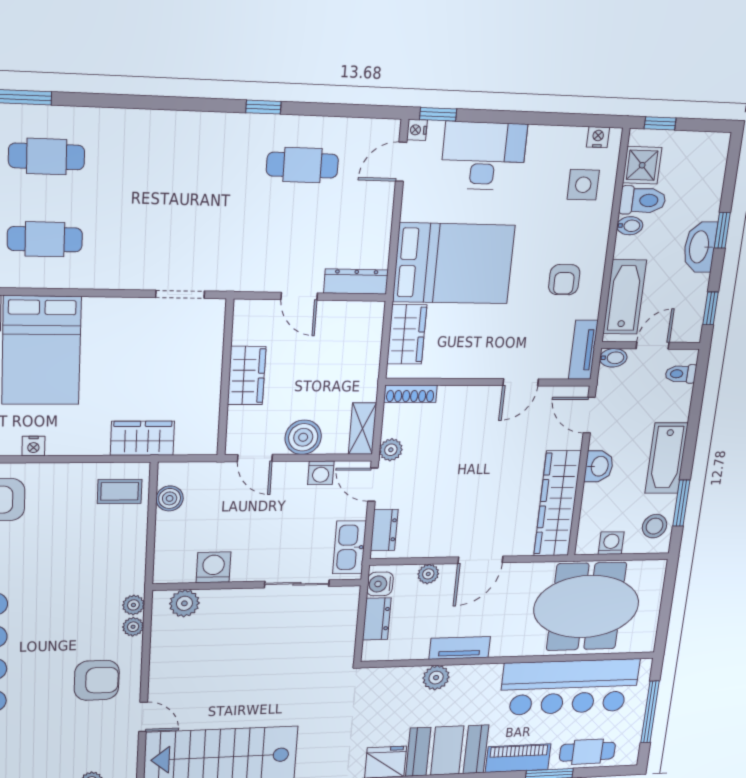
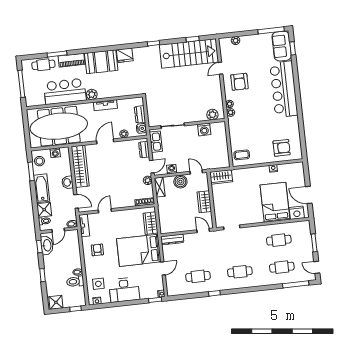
desk: (484, 156) -> (124, 290), moved
cafe table: (177, 161) -> (240, 272), added
door: (401, 162) -> (163, 268), moved
shower: (642, 165) -> (56, 302), moved
washbasin: (700, 247) -> (47, 245), moved
door: (299, 296) -> (203, 231), moved
bathtub: (625, 297) -> (73, 247), removed
shower: (674, 403) -> (44, 210), added
wardrobe: (142, 438) -> (221, 177), moved
door: (373, 485) -> (152, 167), hinge flipped
boiler: (170, 498) -> (224, 154), removed
meeting table: (586, 607) -> (59, 126), width x1.36
plant: (436, 678) -> (92, 94), moved
armchair: (97, 680) -> (239, 82), turned -90
bar counter: (570, 687) -> (65, 91), width x0.73
door: (143, 717) -> (221, 68), hinge flipped

